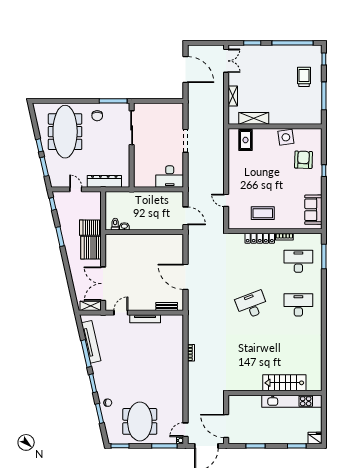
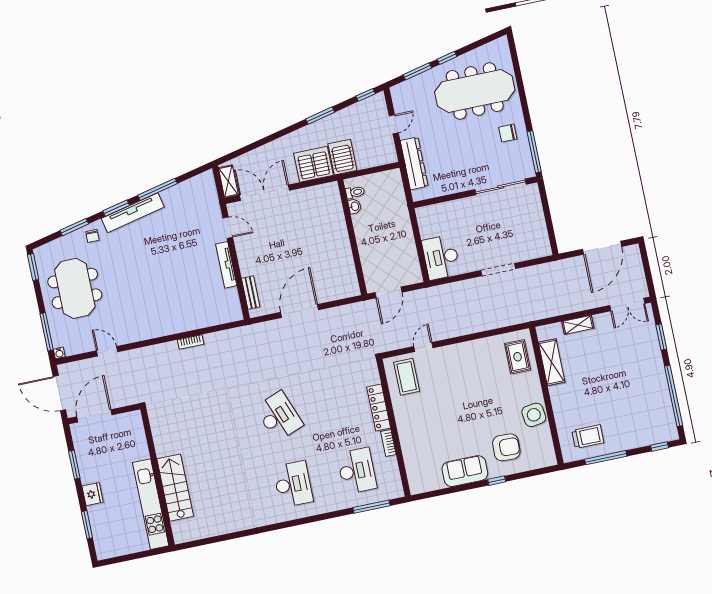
trolley: (304, 77) -> (588, 437), moved
rug: (245, 140) -> (518, 357), turned 90
sofa: (313, 210) -> (465, 471), moved
coffee table: (263, 213) -> (407, 377), moved
tv unit: (91, 342) -> (133, 213), moved
meeting table: (140, 421) -> (75, 288), turned 90
door: (186, 430) -> (107, 351), moved
fridge: (315, 438) -> (93, 494), moved

